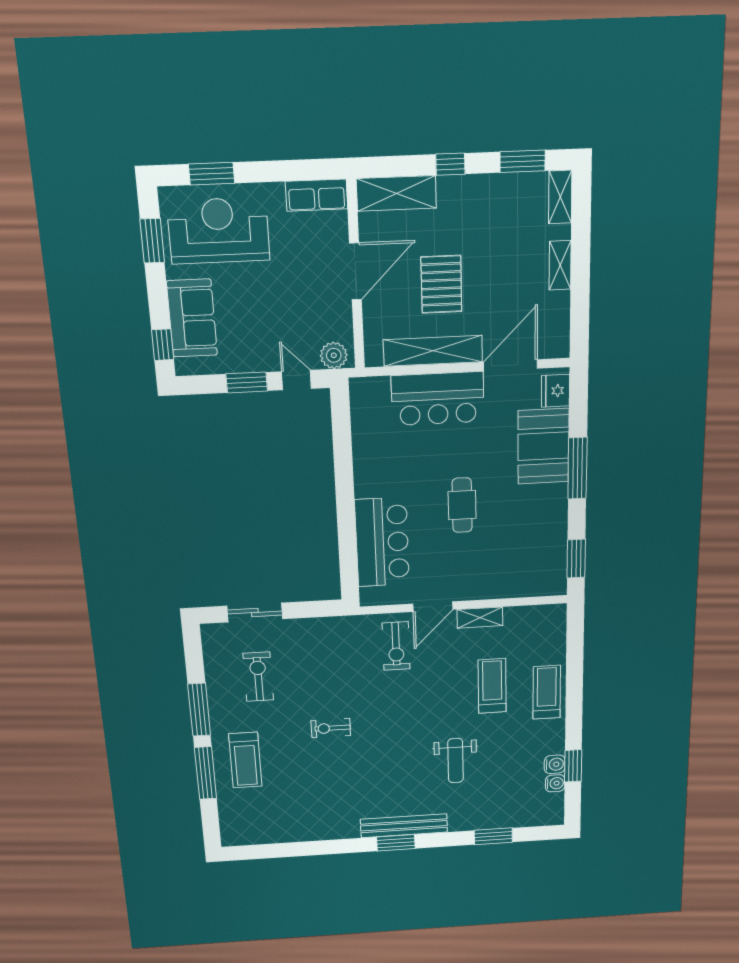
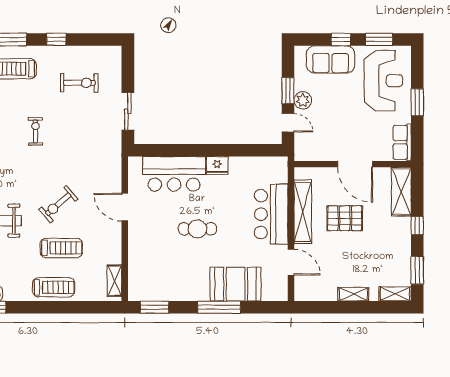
window: (212, 174) -> (417, 102), moved
window: (163, 345) -> (341, 39), moved
plant: (334, 355) -> (303, 100), moved
door: (510, 365) -> (291, 262), width x0.73
door: (296, 380) -> (288, 123), hinge flipped
fridge: (556, 391) -> (217, 166), moved, turned 180
sliding door: (255, 613) -> (128, 111), moved
shelving: (480, 618) -> (115, 281), moved
exercise bike: (396, 646) -> (58, 204), moved, turned -41
window: (199, 710) -> (56, 39), width x0.46

